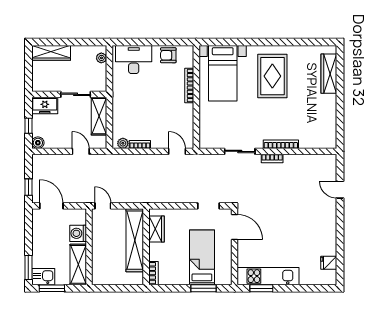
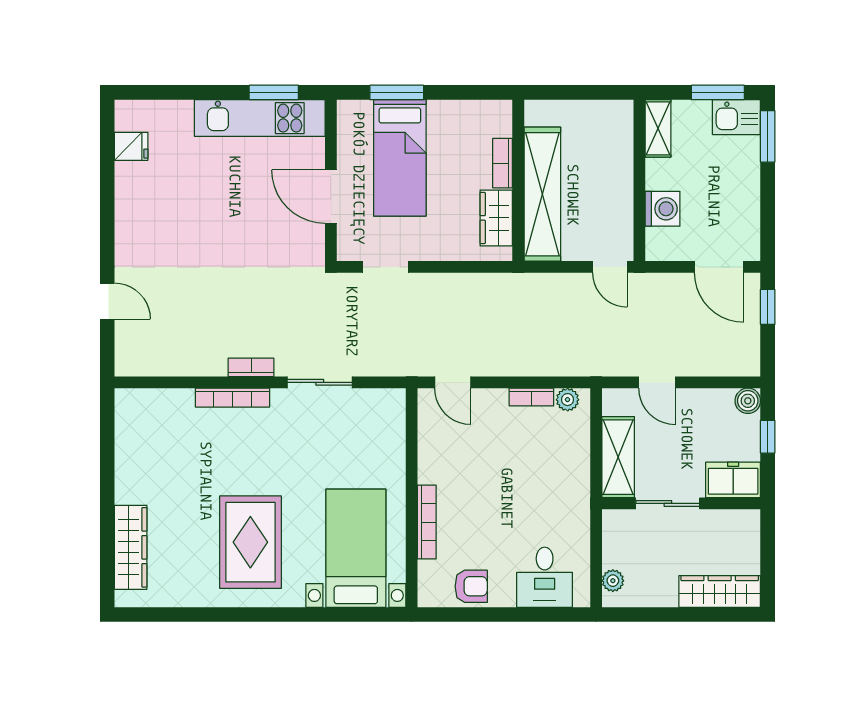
desk: (134, 60) -> (545, 577), width x0.73
door: (235, 227) -> (331, 197), moved
shelving: (78, 264) -> (658, 128), width x0.67, depth x0.75
bookcase: (153, 273) -> (503, 163), moved

